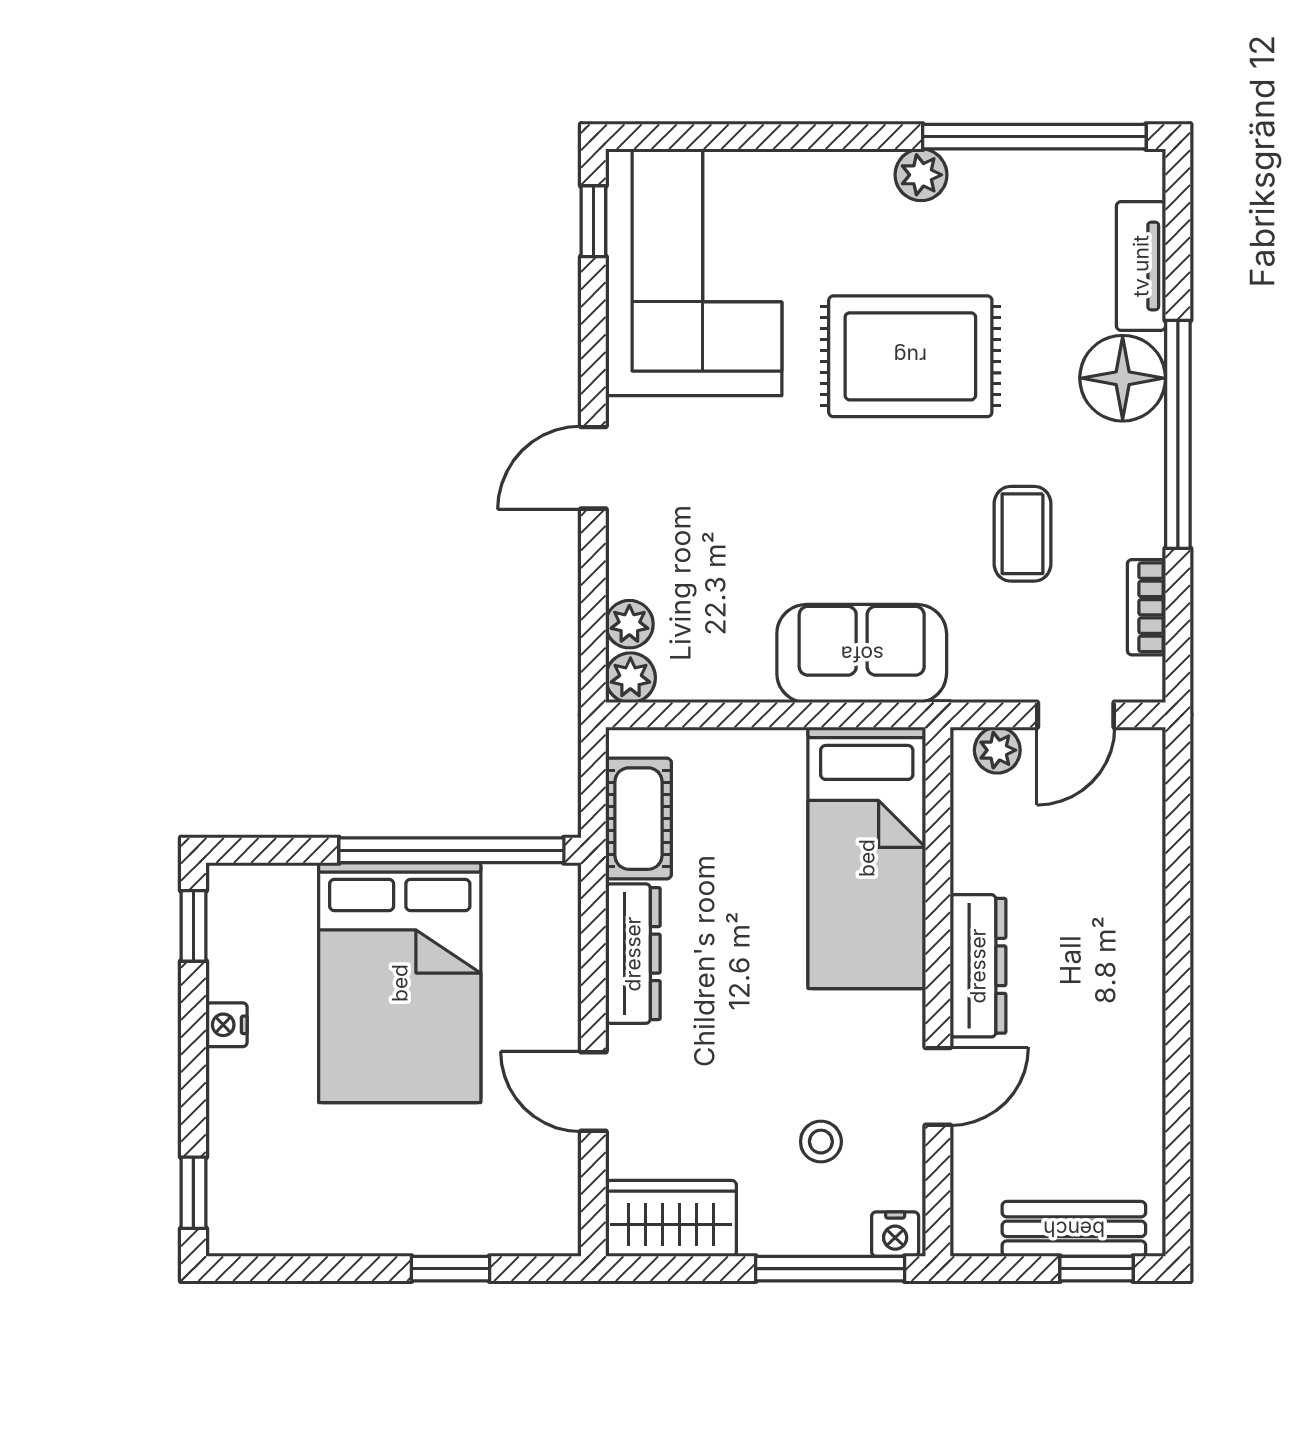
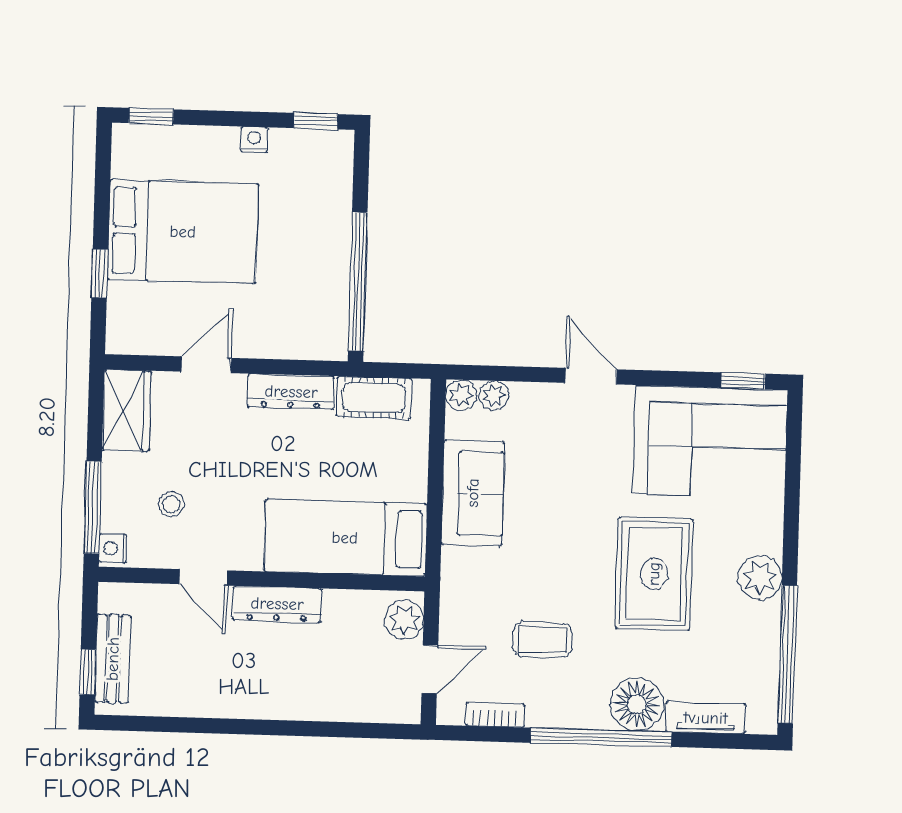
plant: (921, 175) -> (760, 577), width x1.38, depth x1.38
sofa: (862, 654) -> (473, 493), moved
door: (1076, 715) -> (430, 669), swing flipped
plant: (997, 750) -> (404, 620), width x1.38, depth x1.38
bed: (400, 983) -> (183, 232), moved, turned 180

